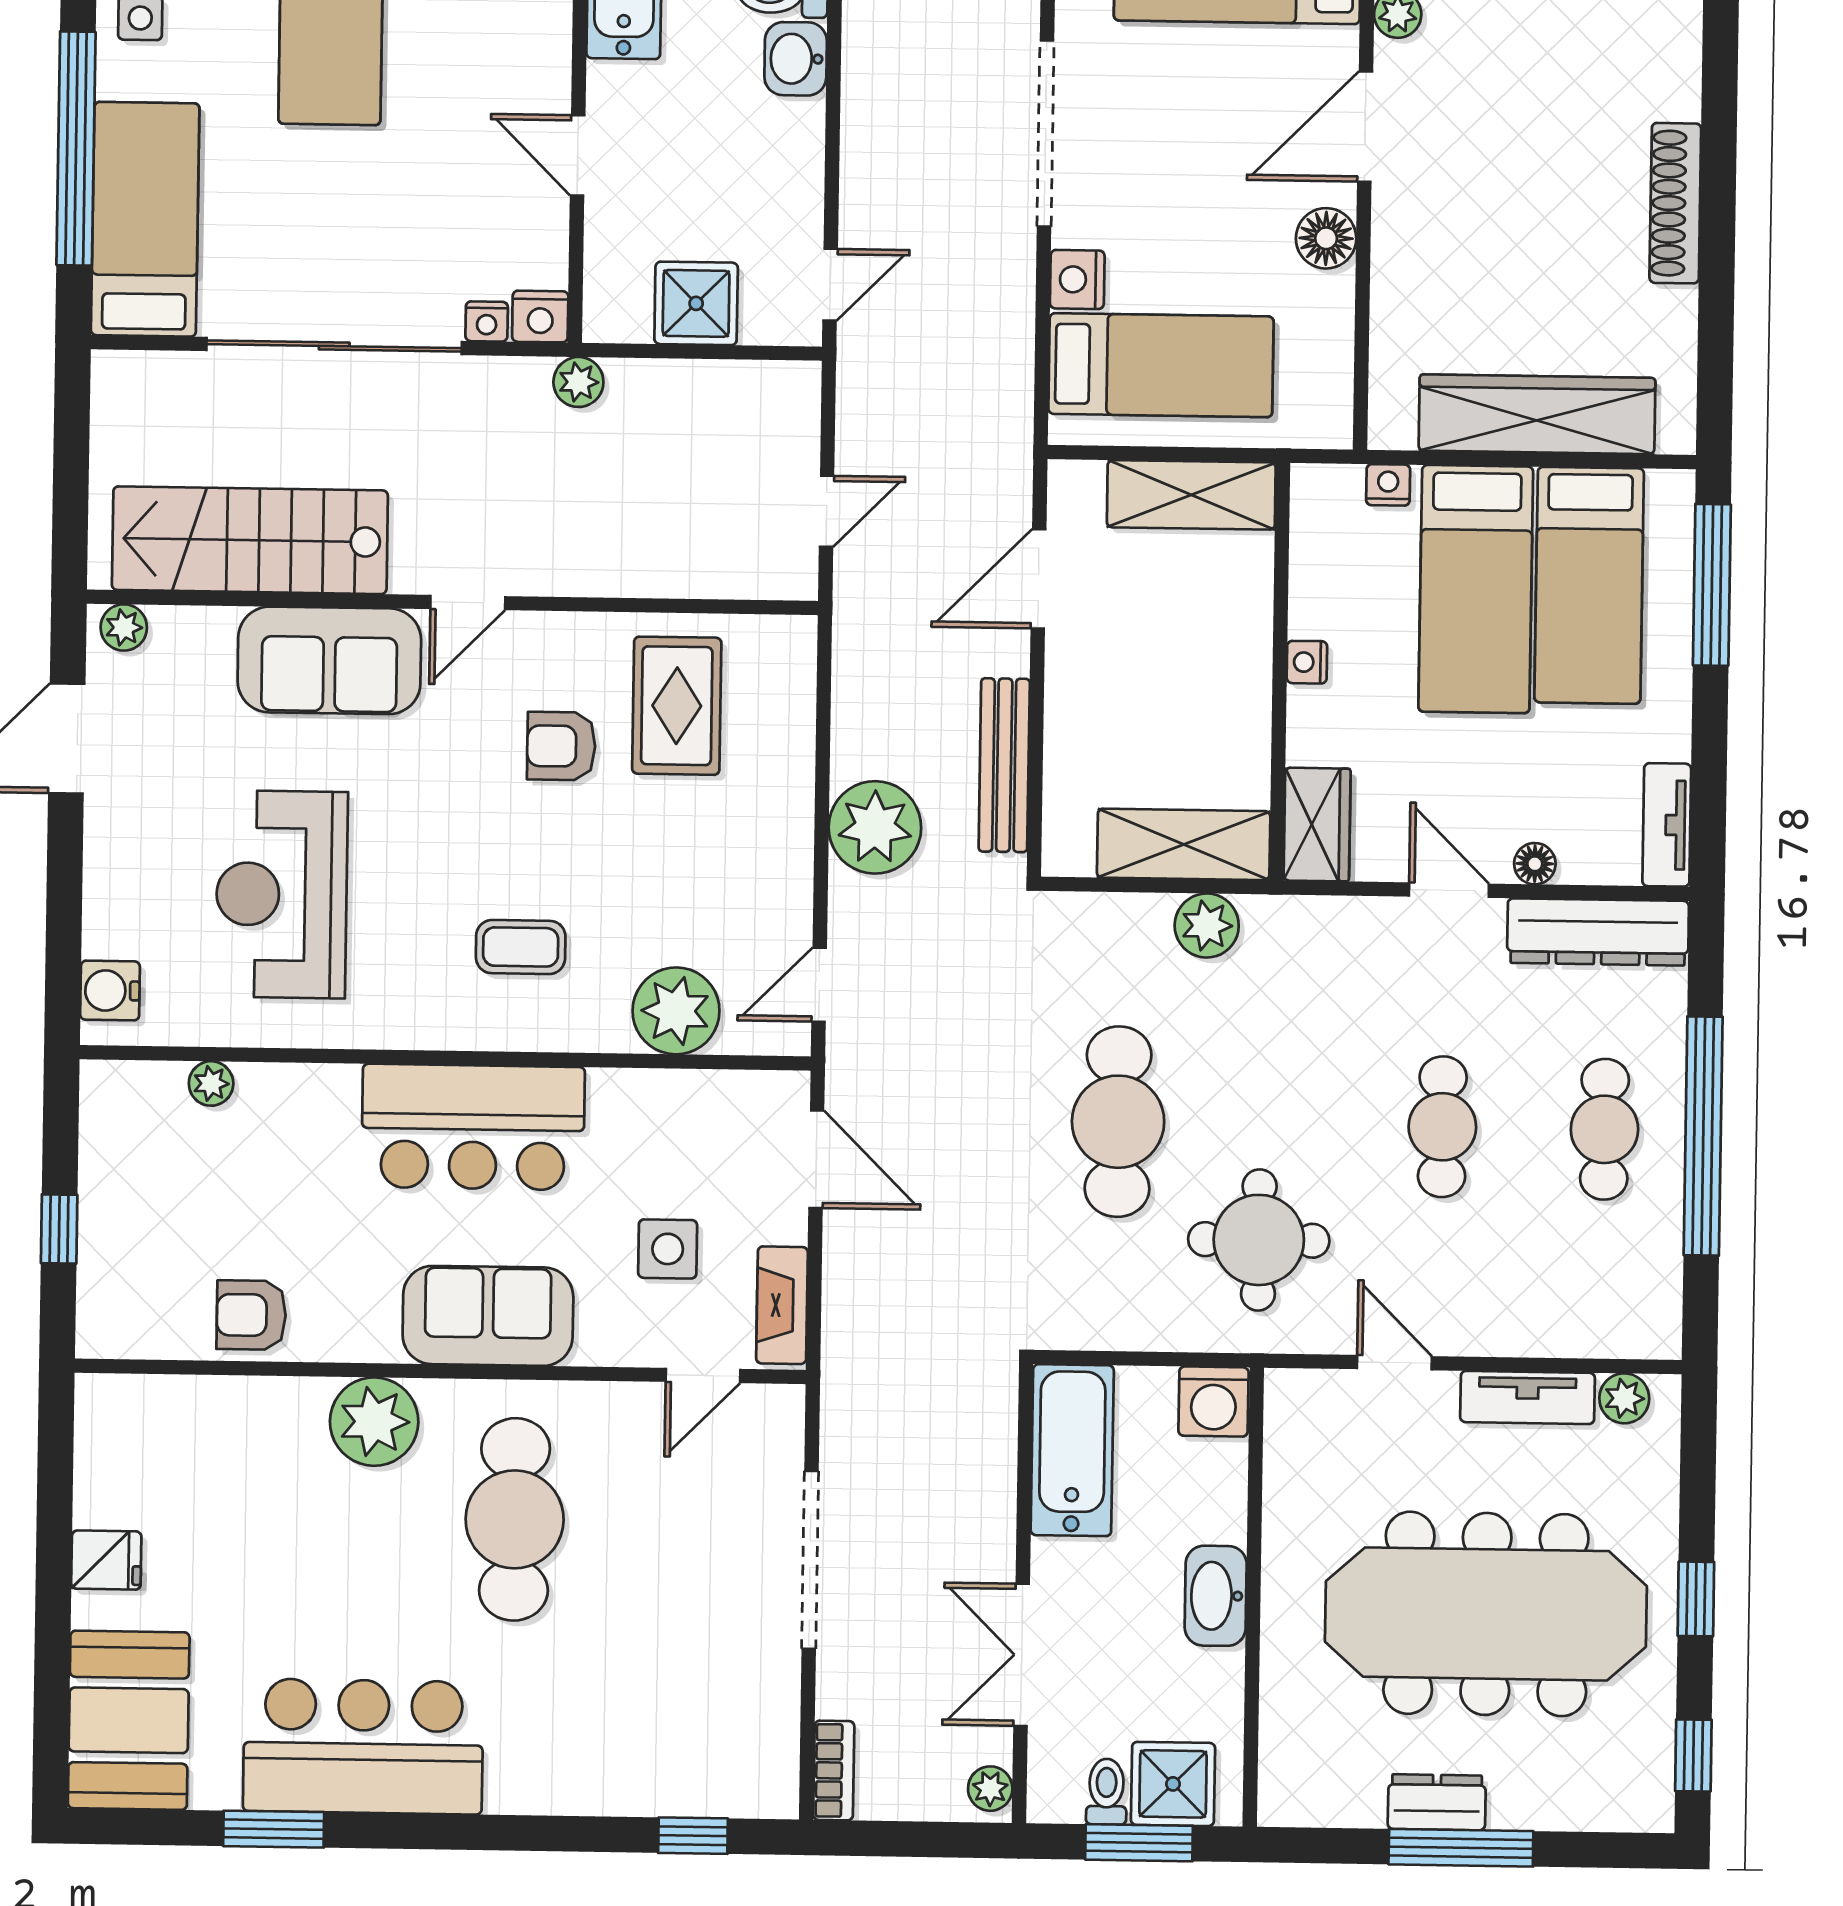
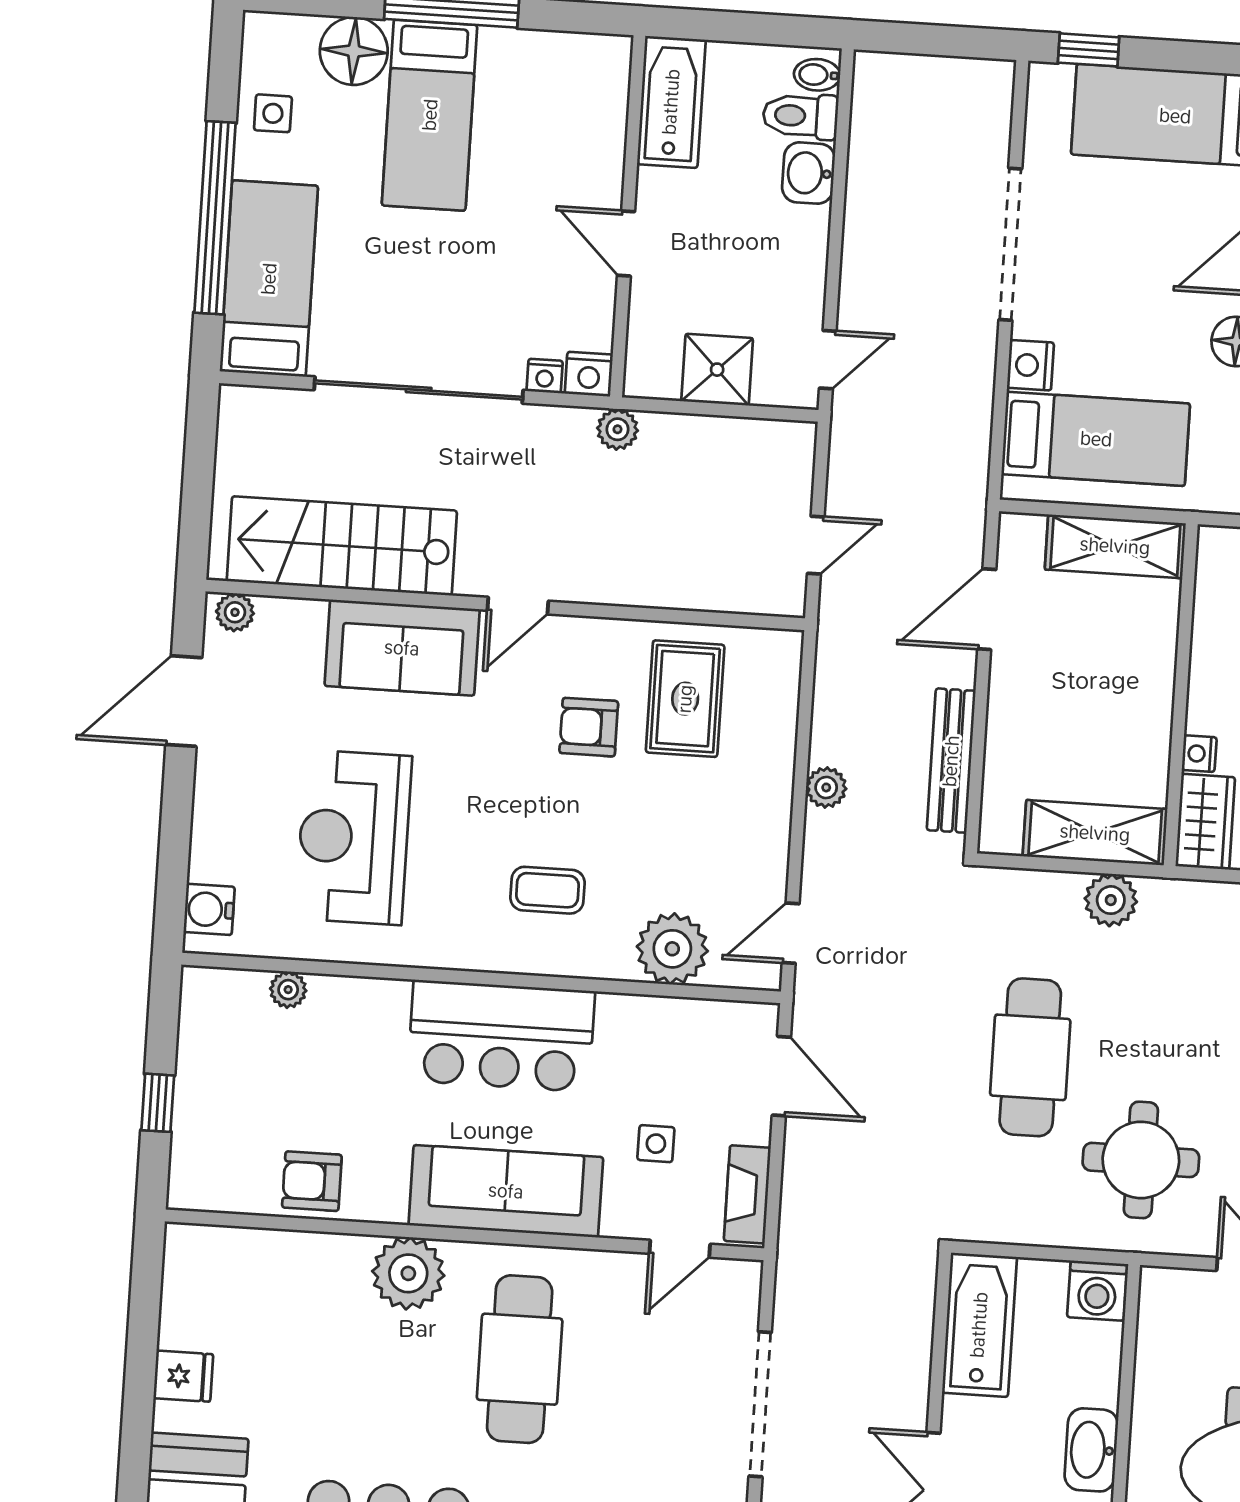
nightstand: (1307, 662) -> (1199, 754), moved
plant: (875, 827) -> (826, 788), width x0.53, depth x0.53
side table: (668, 1249) -> (656, 1144), width x0.73, depth x0.73
sofa: (488, 1316) -> (506, 1191), width x1.36

